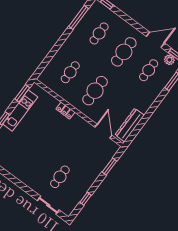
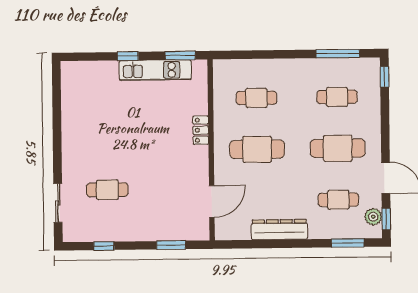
dresser: (130, 125) -> (279, 230), moved

